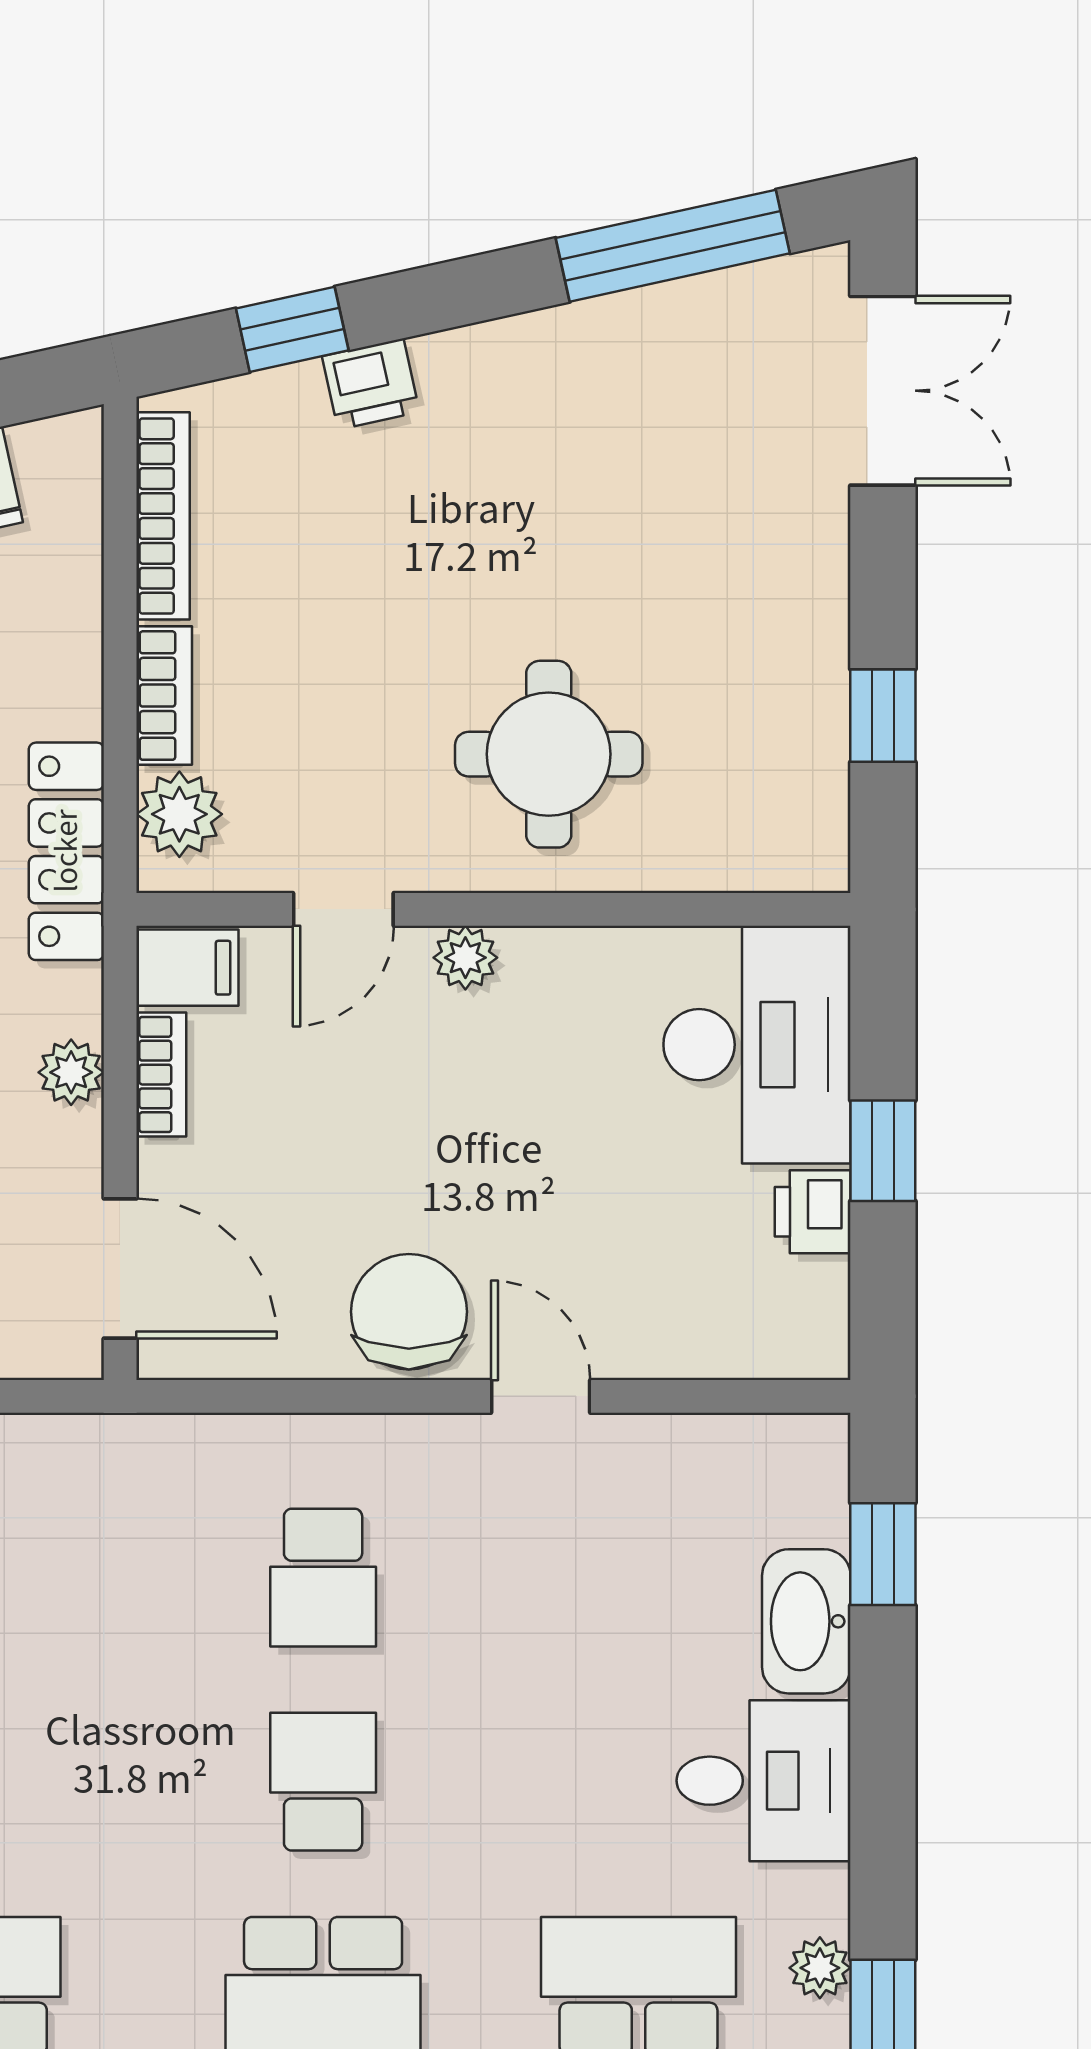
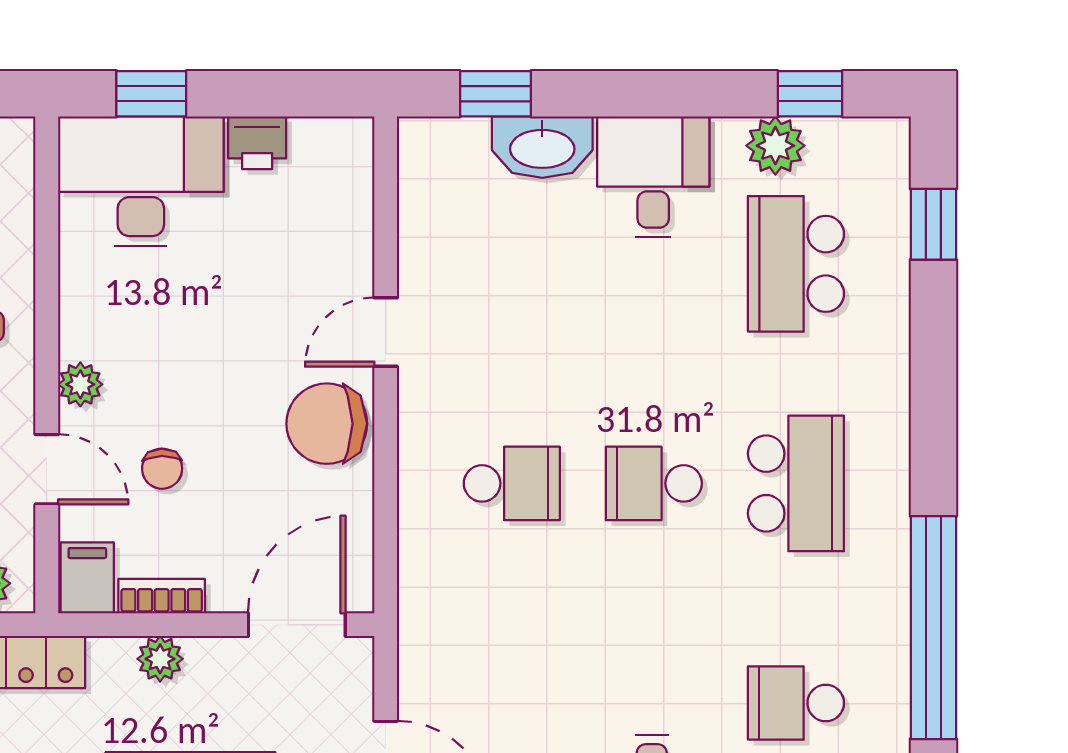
chair: (344, 1075) -> (162, 469), added
window: (883, 1151) -> (151, 94), moved
plant: (820, 1968) -> (775, 146), width x1.38, depth x1.38

